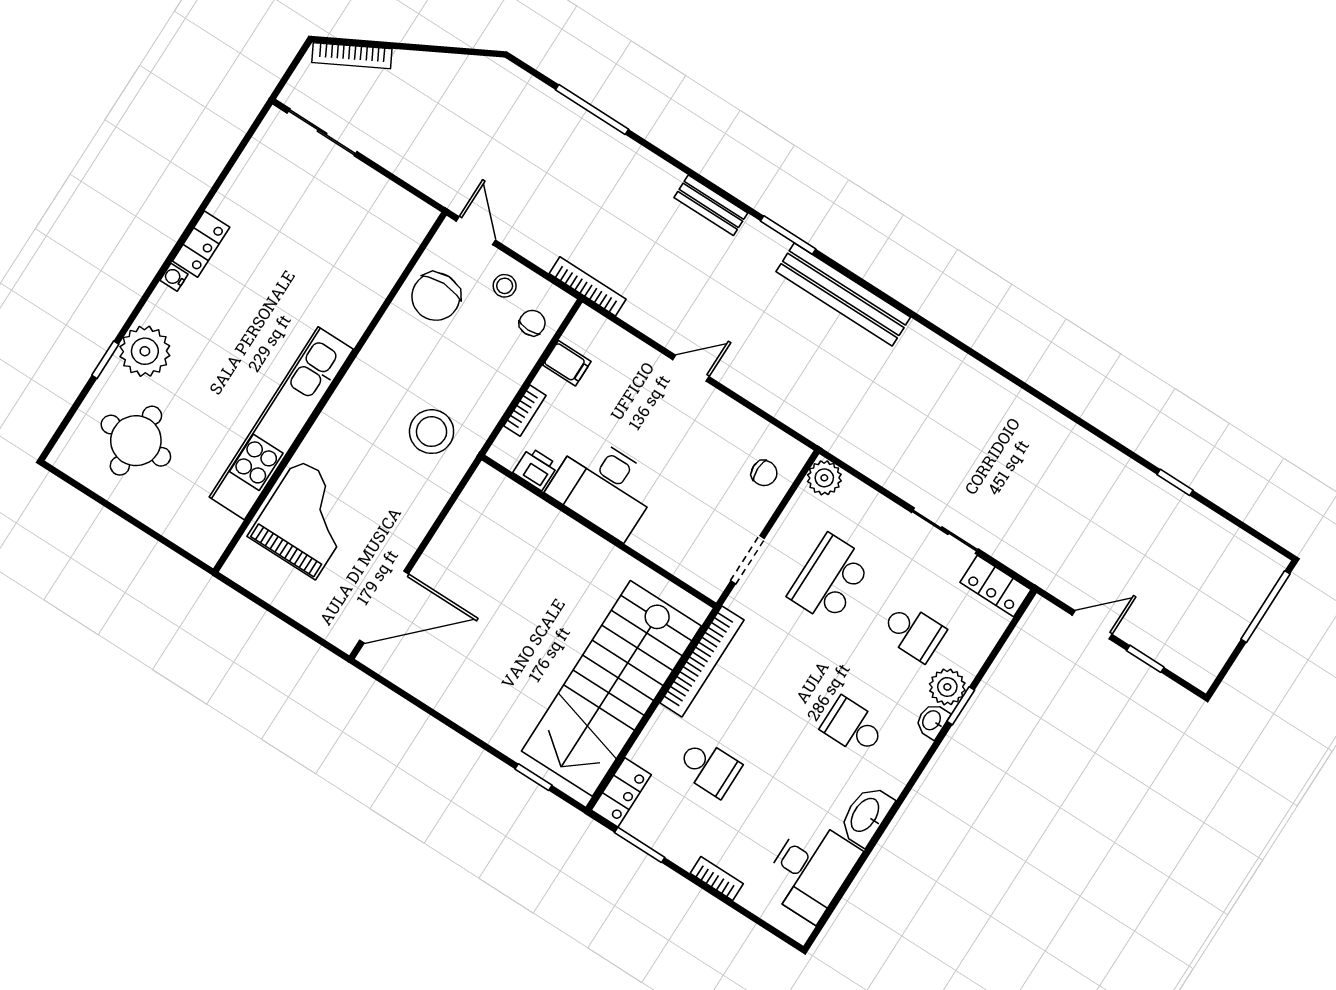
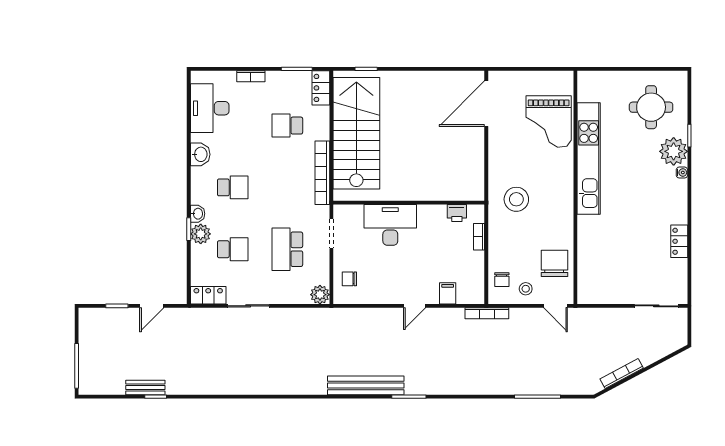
bookcase: (352, 56) -> (622, 374), moved
bench: (711, 205) -> (145, 387), moved
locker: (201, 244) -> (679, 241), moved
water cooler: (174, 277) -> (682, 173), moved
filing cabinet: (567, 363) -> (448, 293), moved, turned 90
desk: (604, 487) -> (390, 225), moved
school desk: (830, 579) -> (287, 249), turned 180
school desk: (913, 632) -> (233, 249), turned 180
washbasin: (866, 815) -> (200, 154), width x0.72

